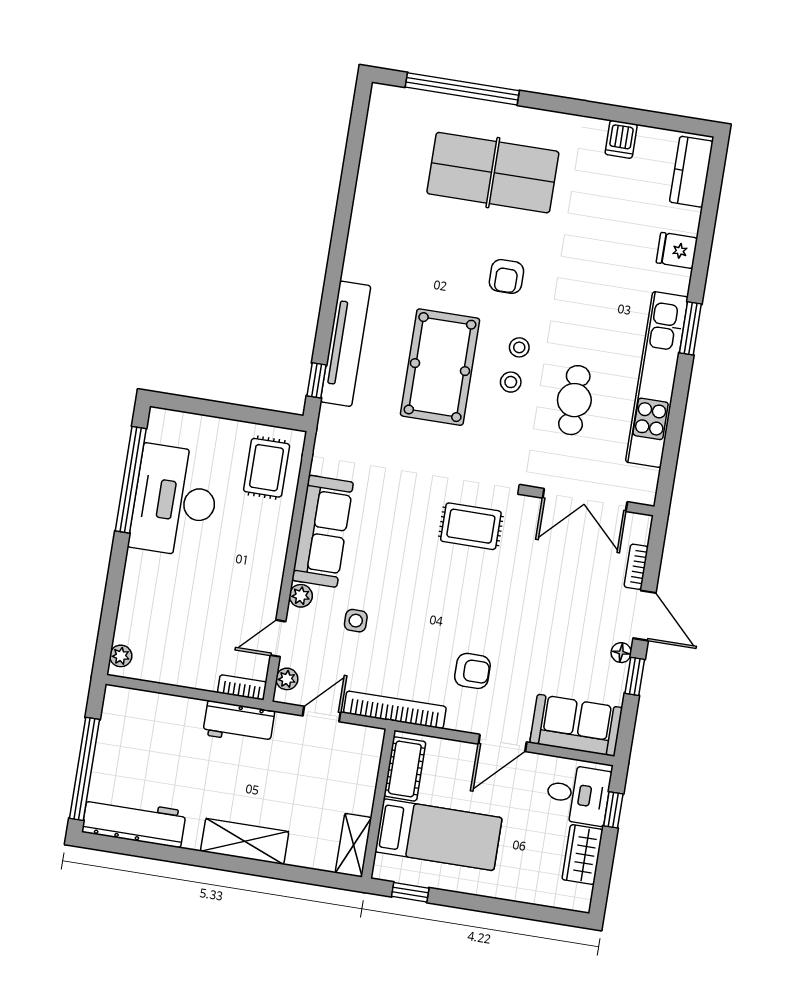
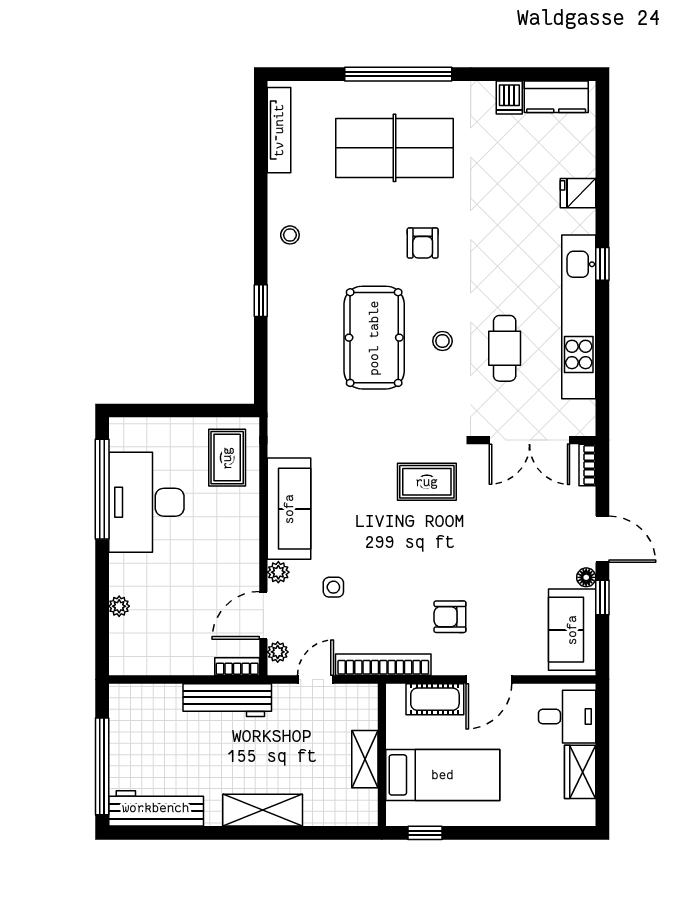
window: (462, 89) -> (398, 74), moved
kitchen counter: (691, 172) -> (556, 97), moved, turned -90
window: (690, 328) -> (602, 264), width x0.67
tv unit: (346, 344) -> (279, 130), moved, width x0.73, depth x0.78
stool: (519, 347) -> (290, 235), moved
window: (317, 380) -> (261, 301), moved
bookcase: (636, 567) -> (587, 465), moved
door: (278, 638) -> (263, 615), width x1.37
plant: (121, 656) -> (119, 606), moved
armchair: (472, 671) -> (450, 617), turned 180
workbench: (239, 723) -> (227, 700), width x1.38
sofa: (576, 725) -> (572, 630), moved, turned -90
cot: (405, 769) -> (435, 699), moved, turned 90
window: (613, 810) -> (602, 725), removed
shelving: (353, 845) -> (365, 759), moved

